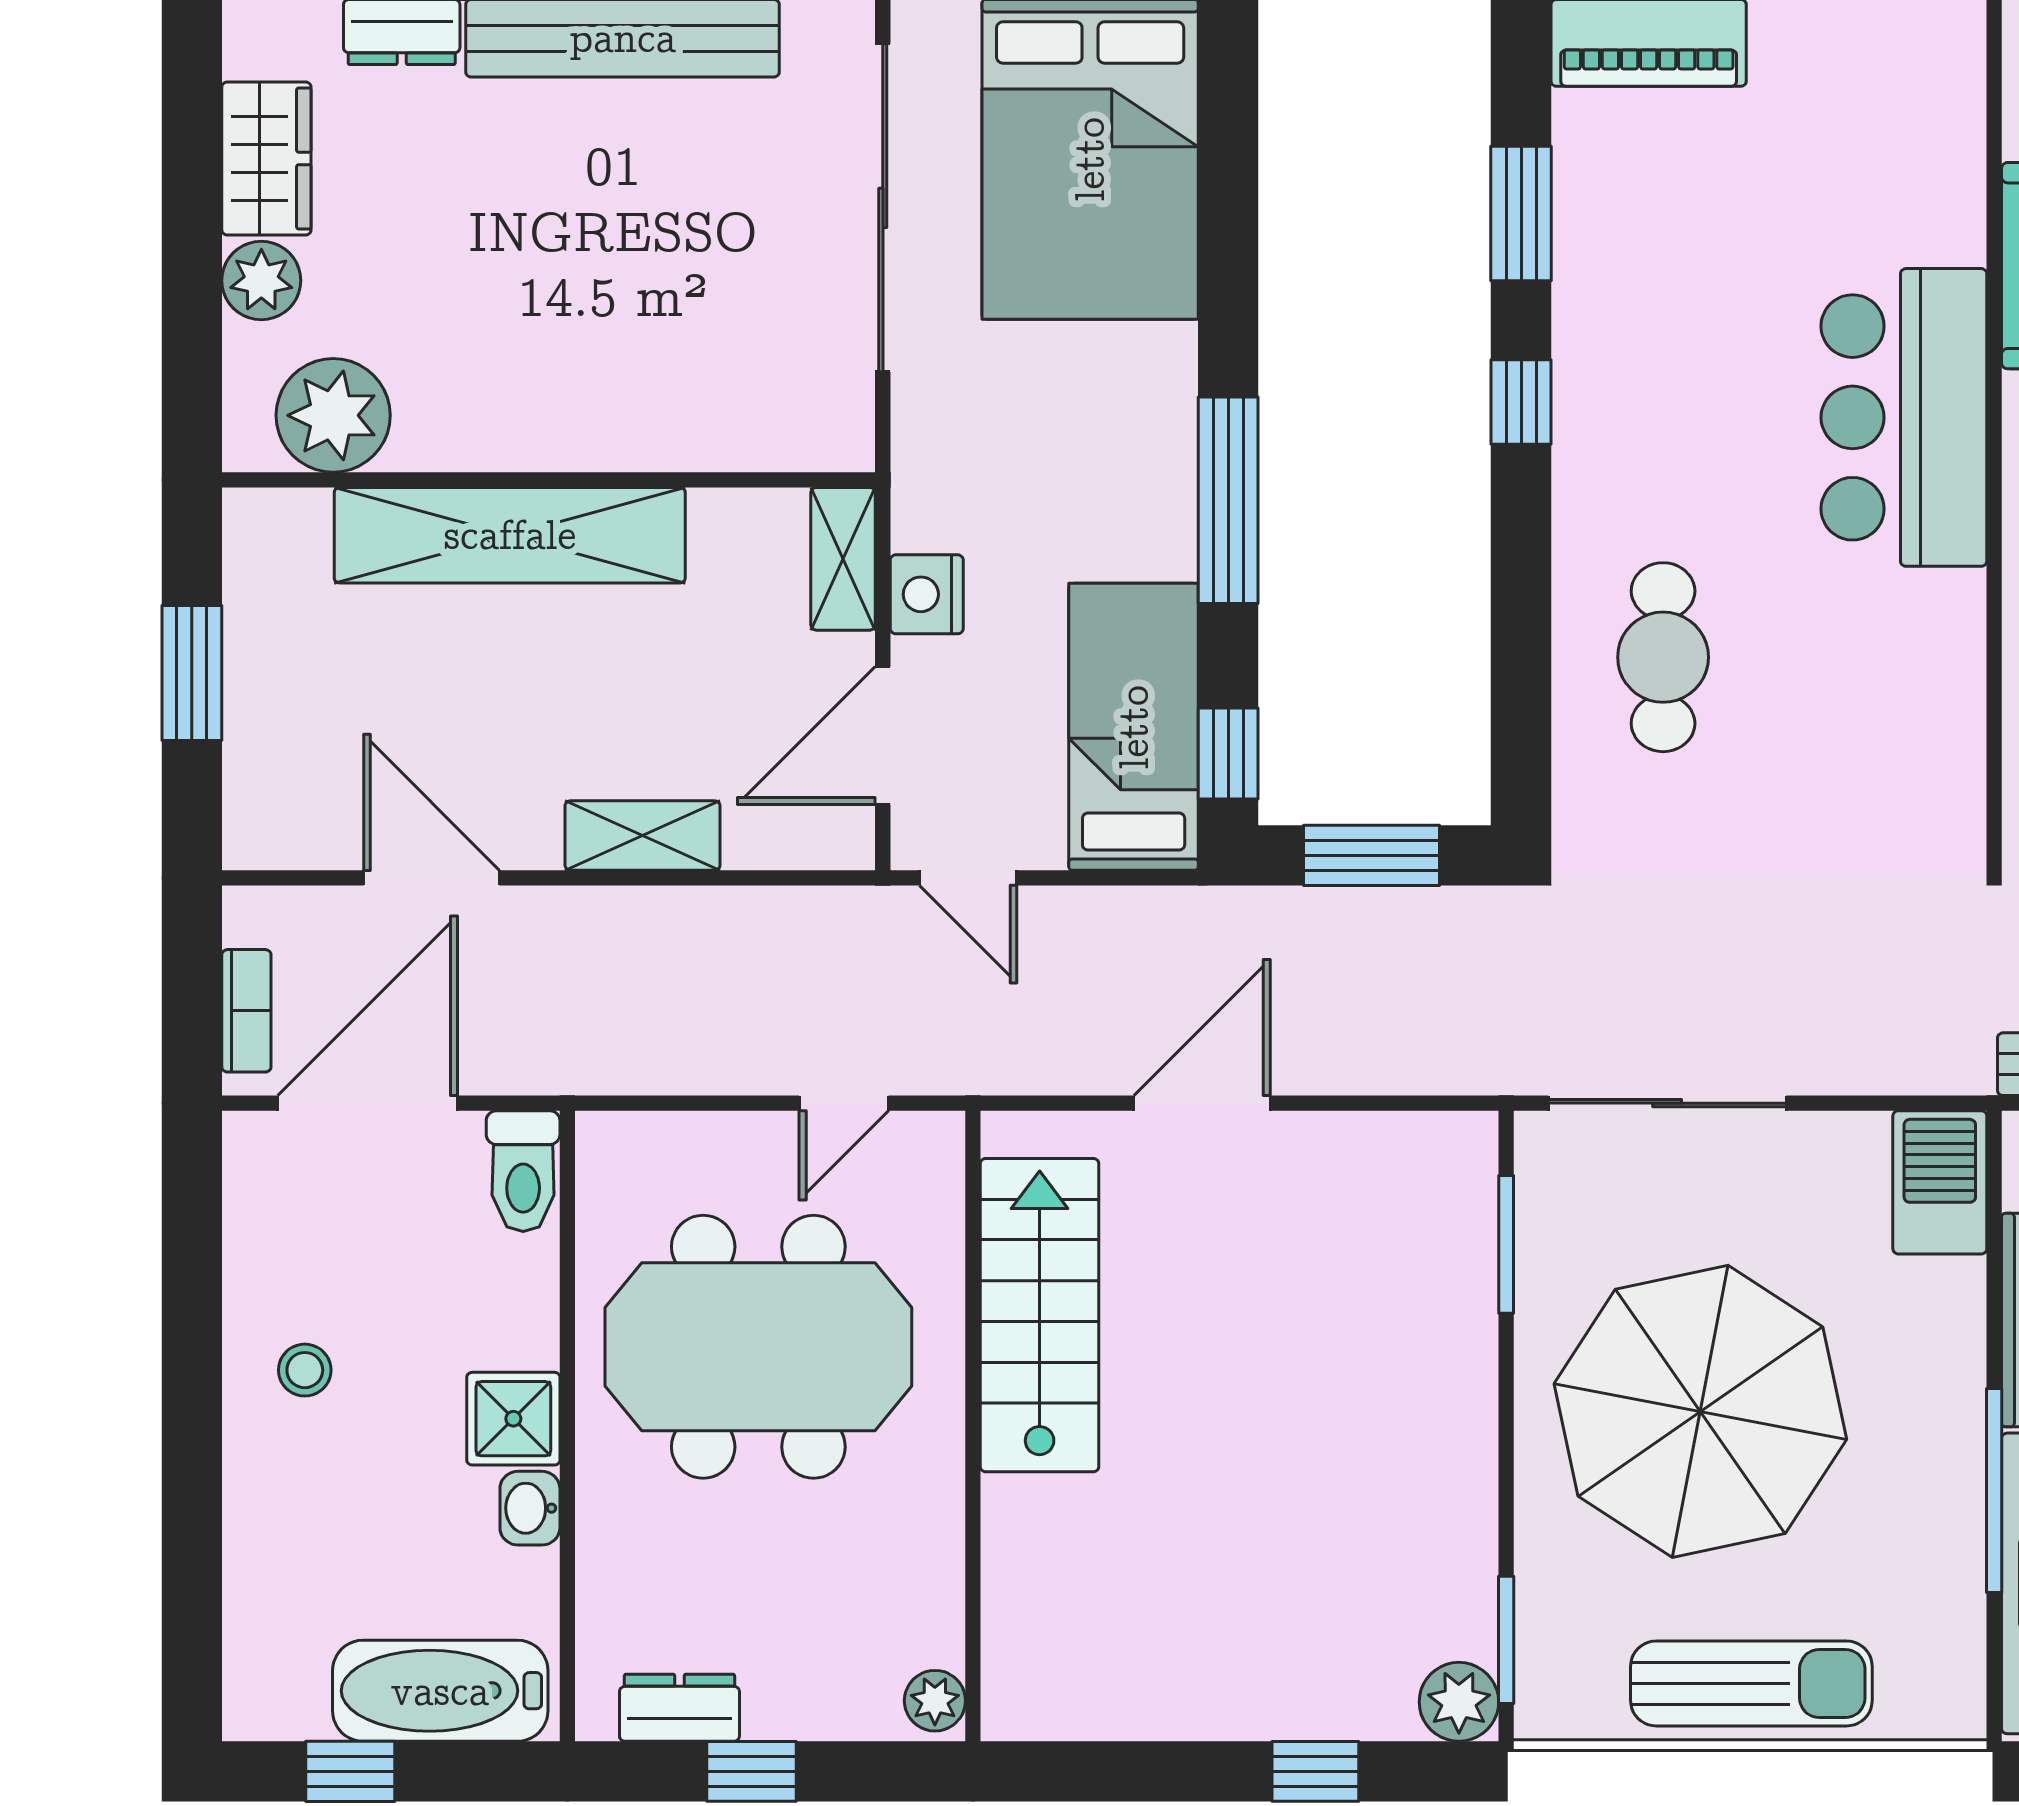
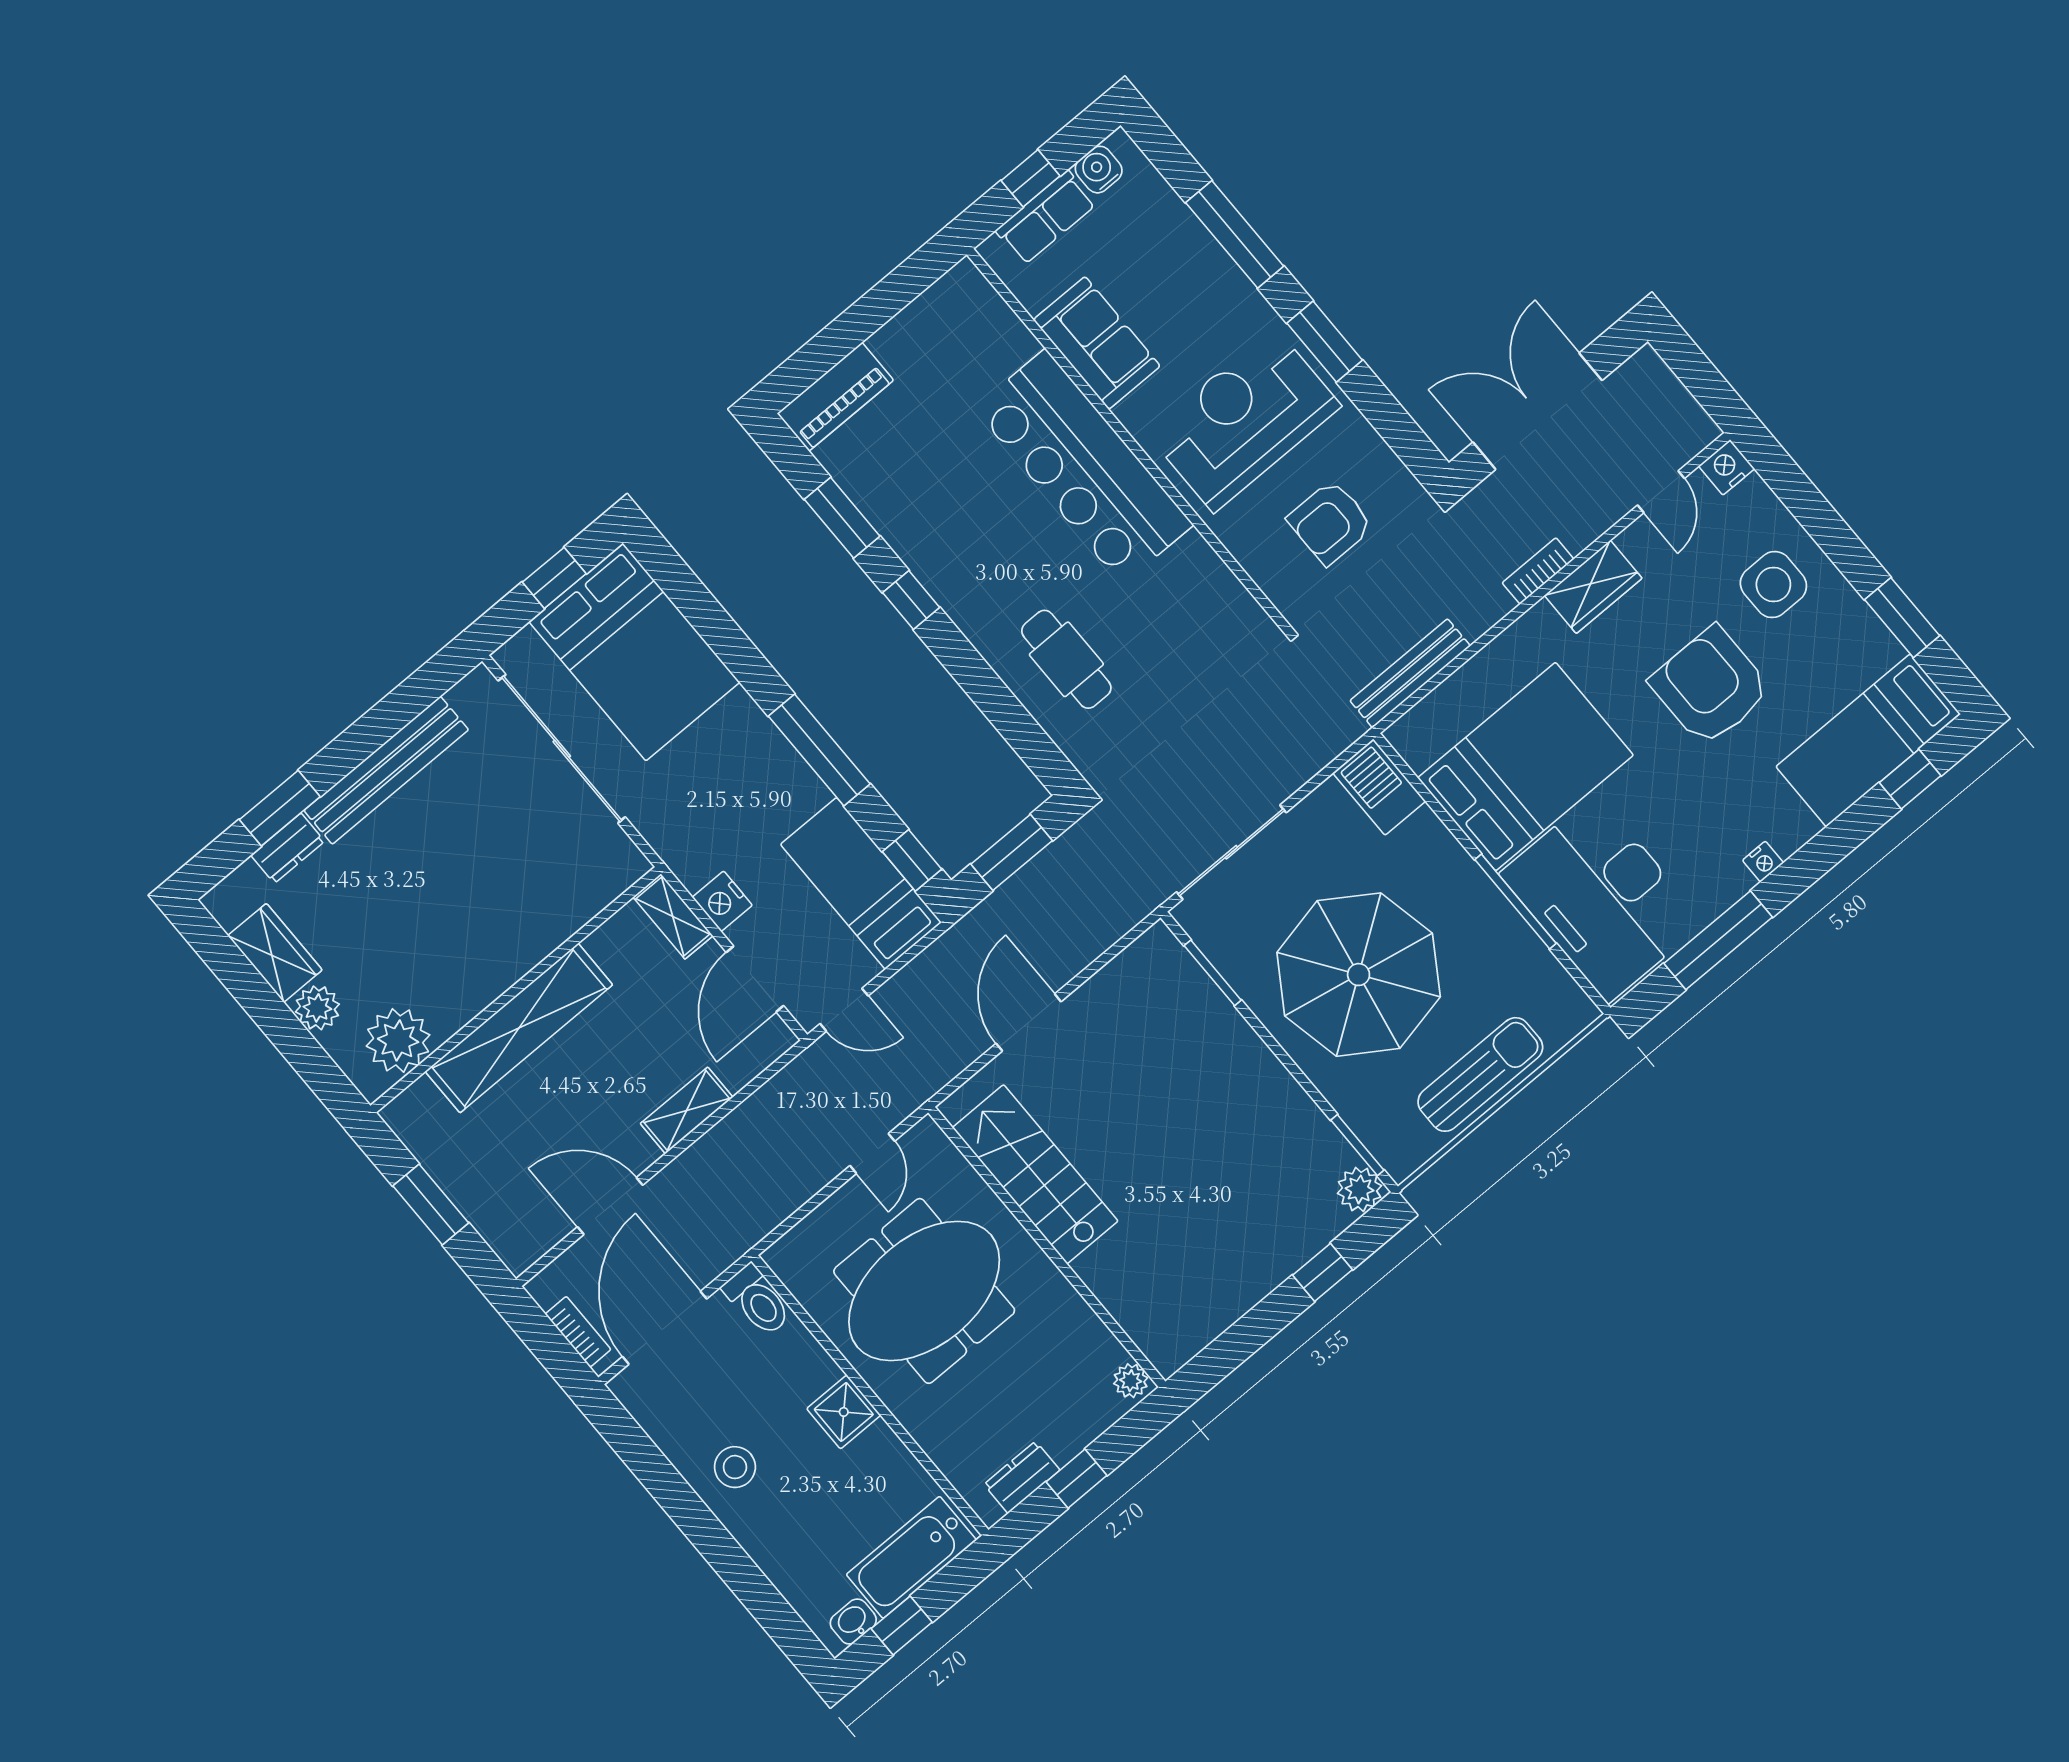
bar counter: (1904, 417) -> (1084, 467), width x1.36
stool: (305, 1370) -> (735, 1467), width x1.37, depth x1.37
washbasin: (530, 1508) -> (853, 1621), moved, turned 90

